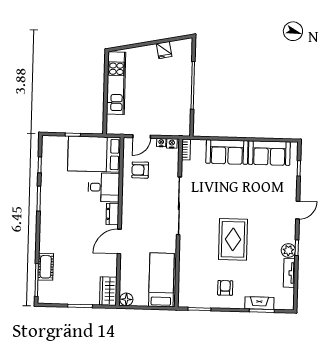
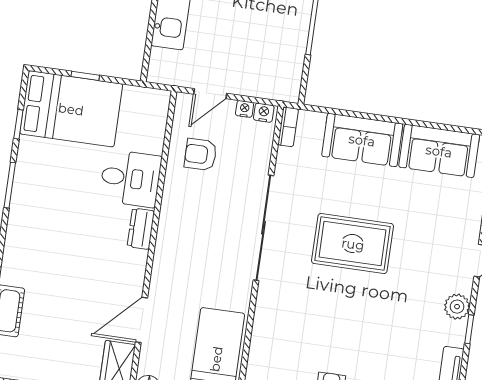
bed: (94, 154) -> (71, 109), moved, turned 180
rug: (233, 239) -> (353, 244), moved, turned 90
door: (119, 241) -> (142, 320), moved
plant: (288, 250) -> (457, 307), moved

